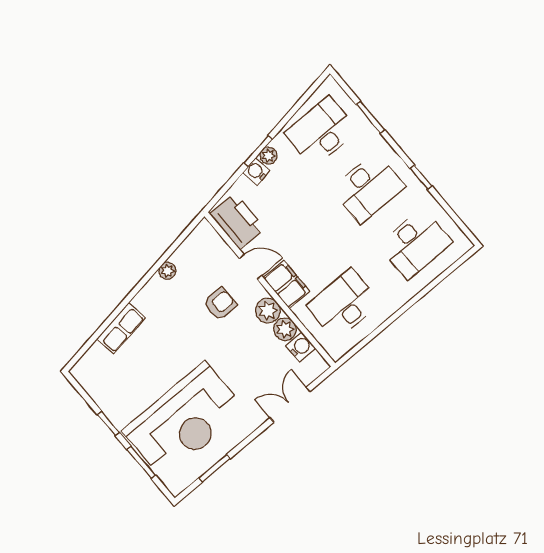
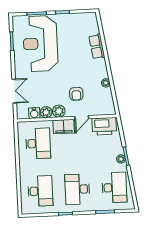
water cooler: (256, 172) -> (118, 149), removed
desk: (415, 244) -> (40, 191), turned 180

